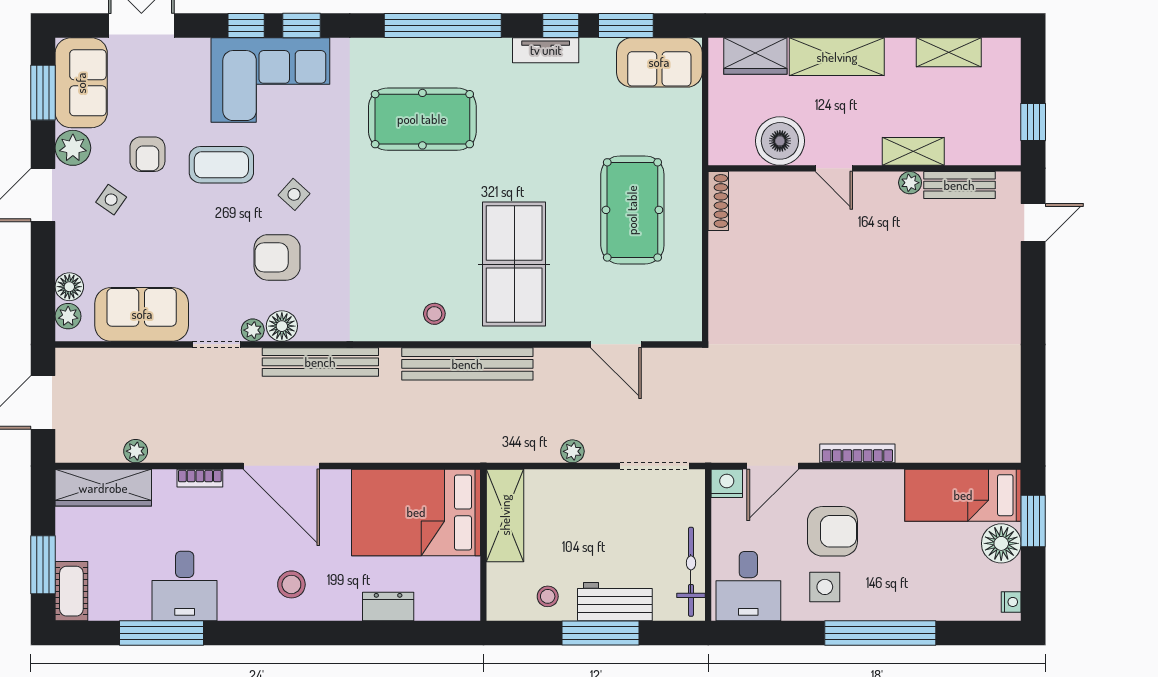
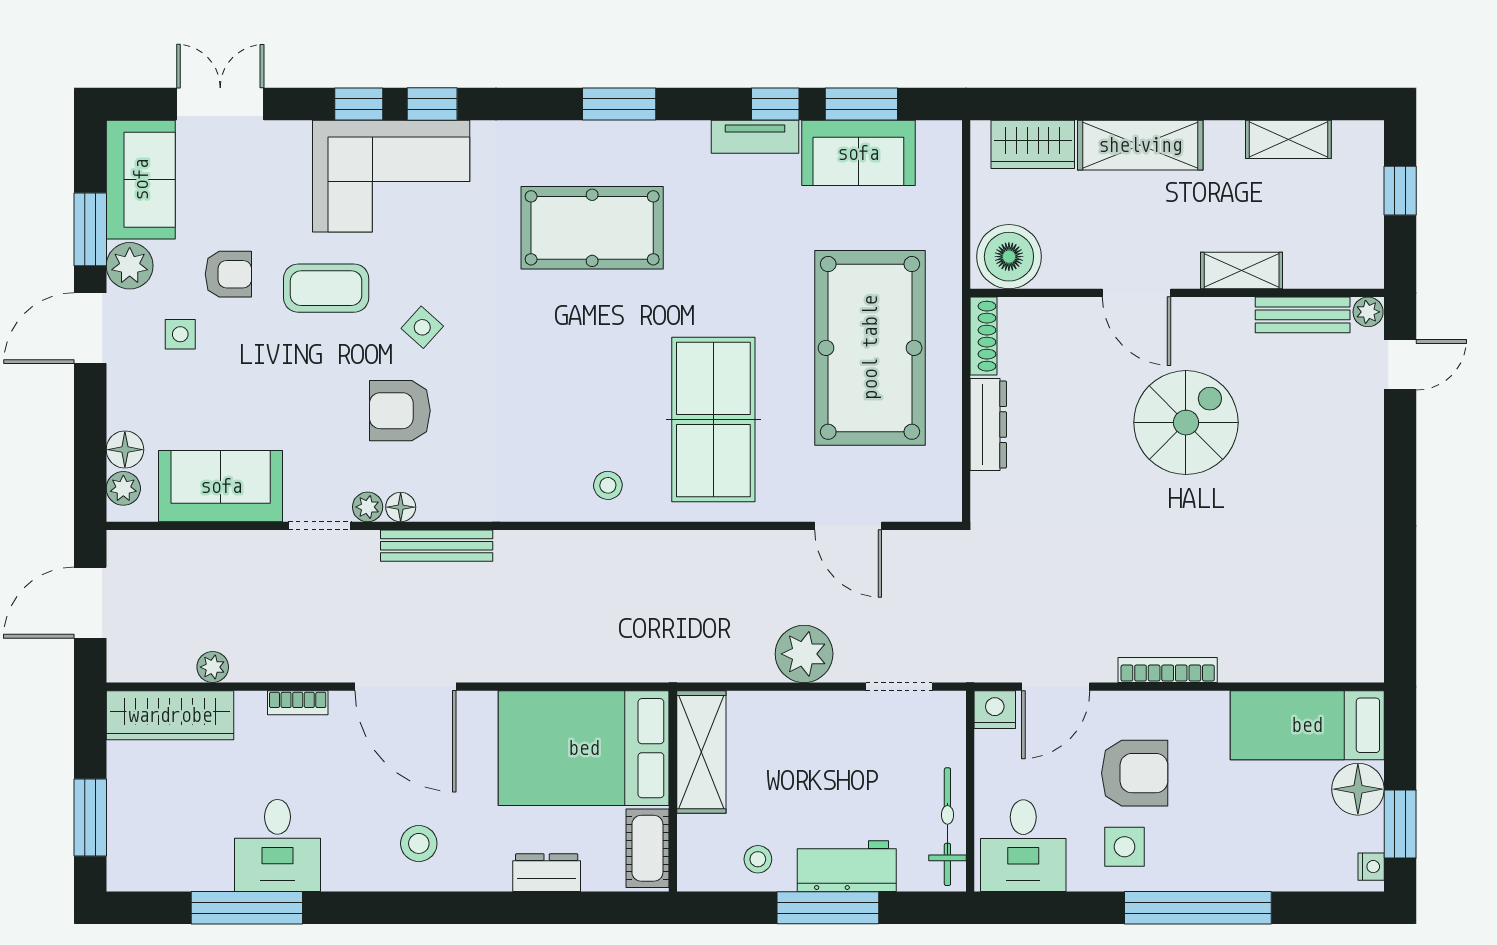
window: (443, 26) -> (619, 104), width x0.47
sofa: (659, 62) -> (858, 153), moved
window: (43, 93) -> (90, 229), moved
window: (1033, 122) -> (1400, 191), moved
boiler: (780, 141) -> (1009, 257), moved
armchair: (147, 154) -> (228, 274), turned -90
door: (834, 168) -> (1137, 293), width x1.38
plant: (910, 183) -> (1368, 312), moved
side table: (111, 200) -> (180, 334), turned -35
pool table: (632, 210) -> (870, 348), width x1.36, depth x1.32
spiral stairs: (871, 266) -> (1186, 423), added
dresser: (722, 268) -> (988, 425), added
floor lamp: (282, 326) -> (401, 507), width x0.73, depth x0.73
bench: (320, 362) -> (437, 546), width x0.73, depth x0.82
bench: (467, 364) -> (652, 552), removed
plant: (572, 451) -> (804, 654), width x1.88, depth x1.88
doorway: (654, 466) -> (899, 687), width x0.73
window: (1033, 521) -> (1400, 824), moved
cot: (71, 591) -> (647, 848), moved

